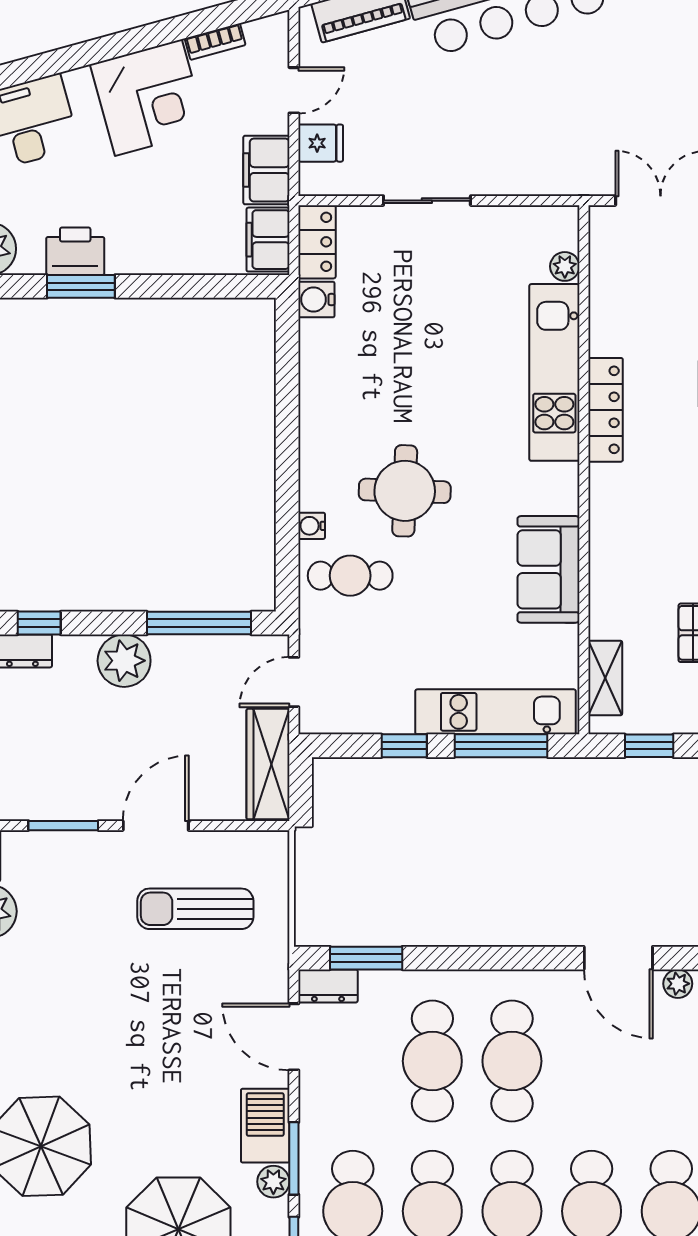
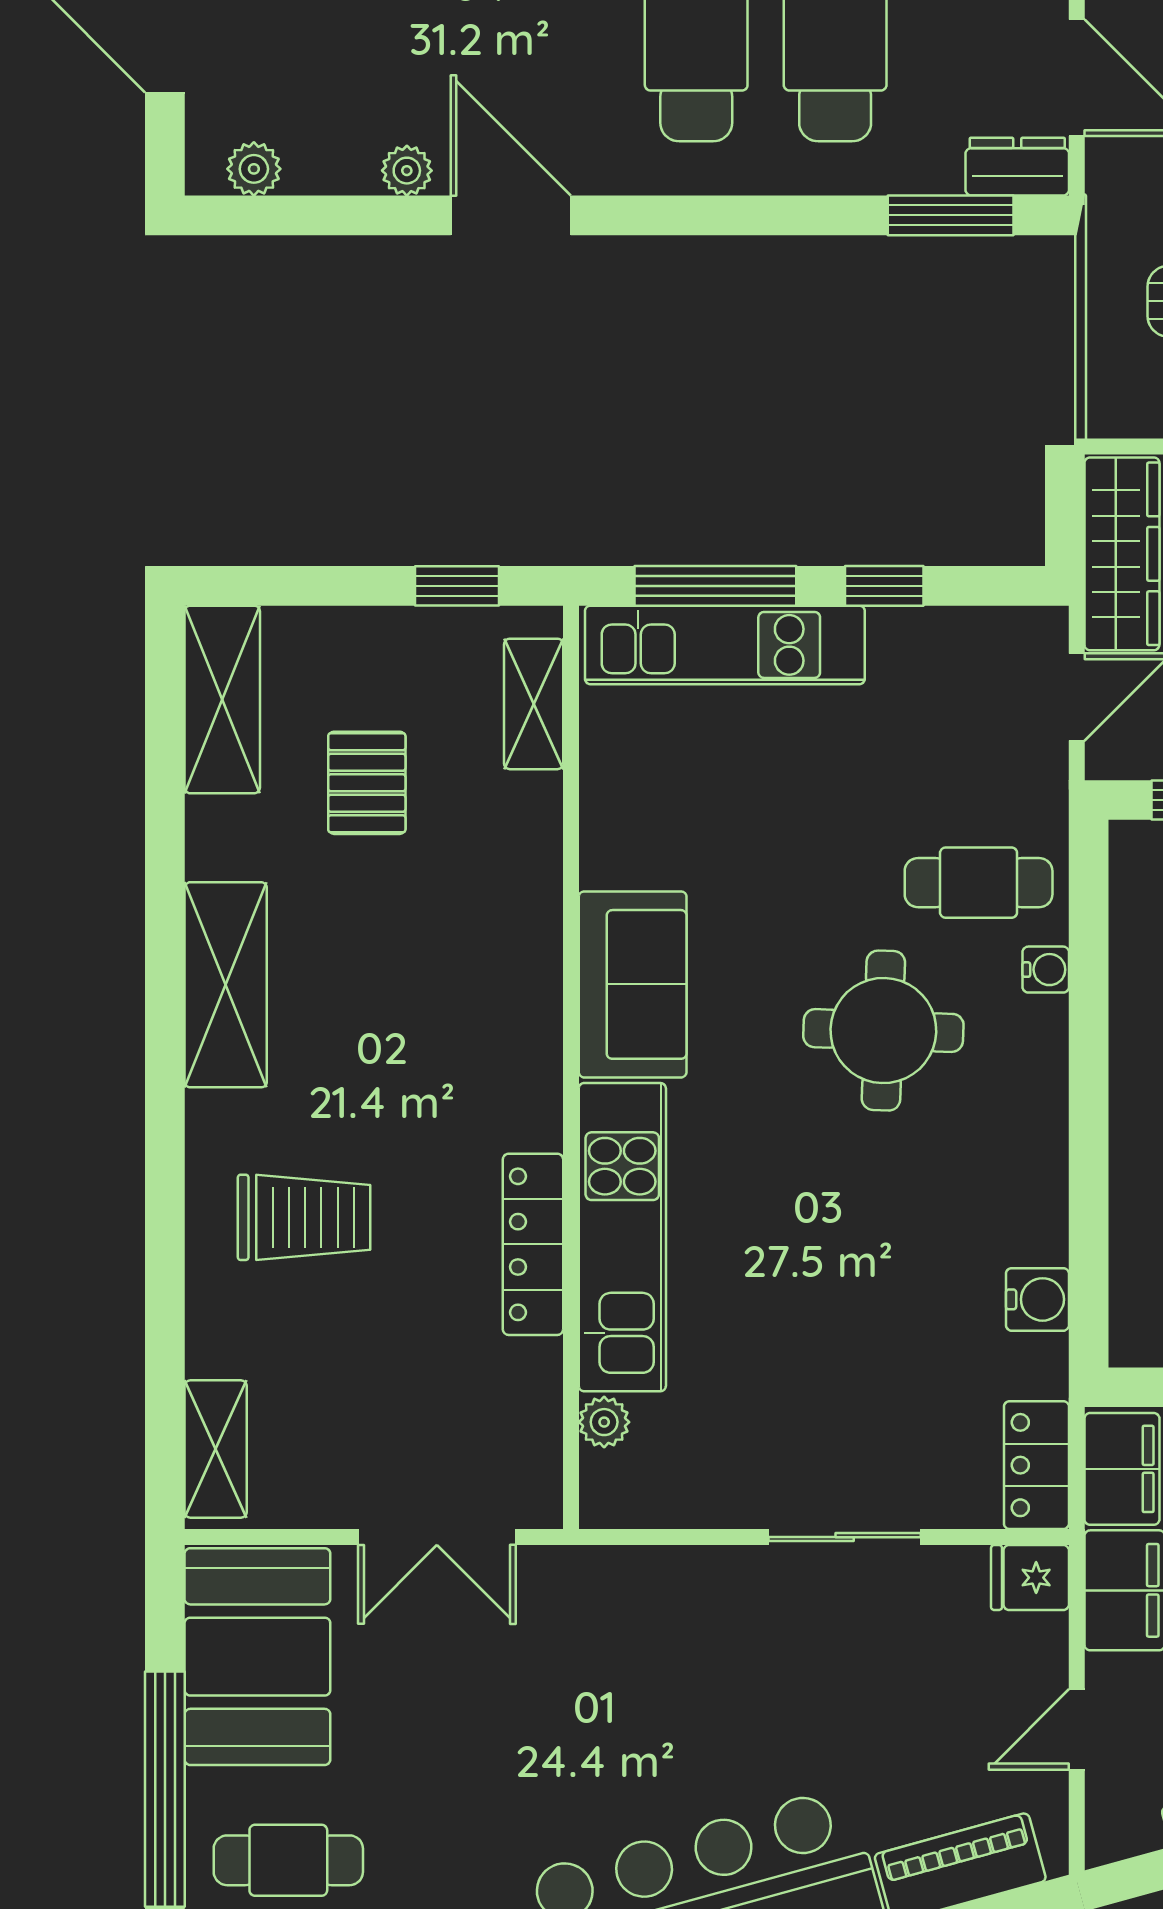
fridge: (321, 143) -> (1030, 1578), moved
water cooler: (316, 300) -> (1037, 1299), moved
locker: (606, 410) -> (533, 1244), moved
sofa: (548, 569) -> (633, 984), moved

